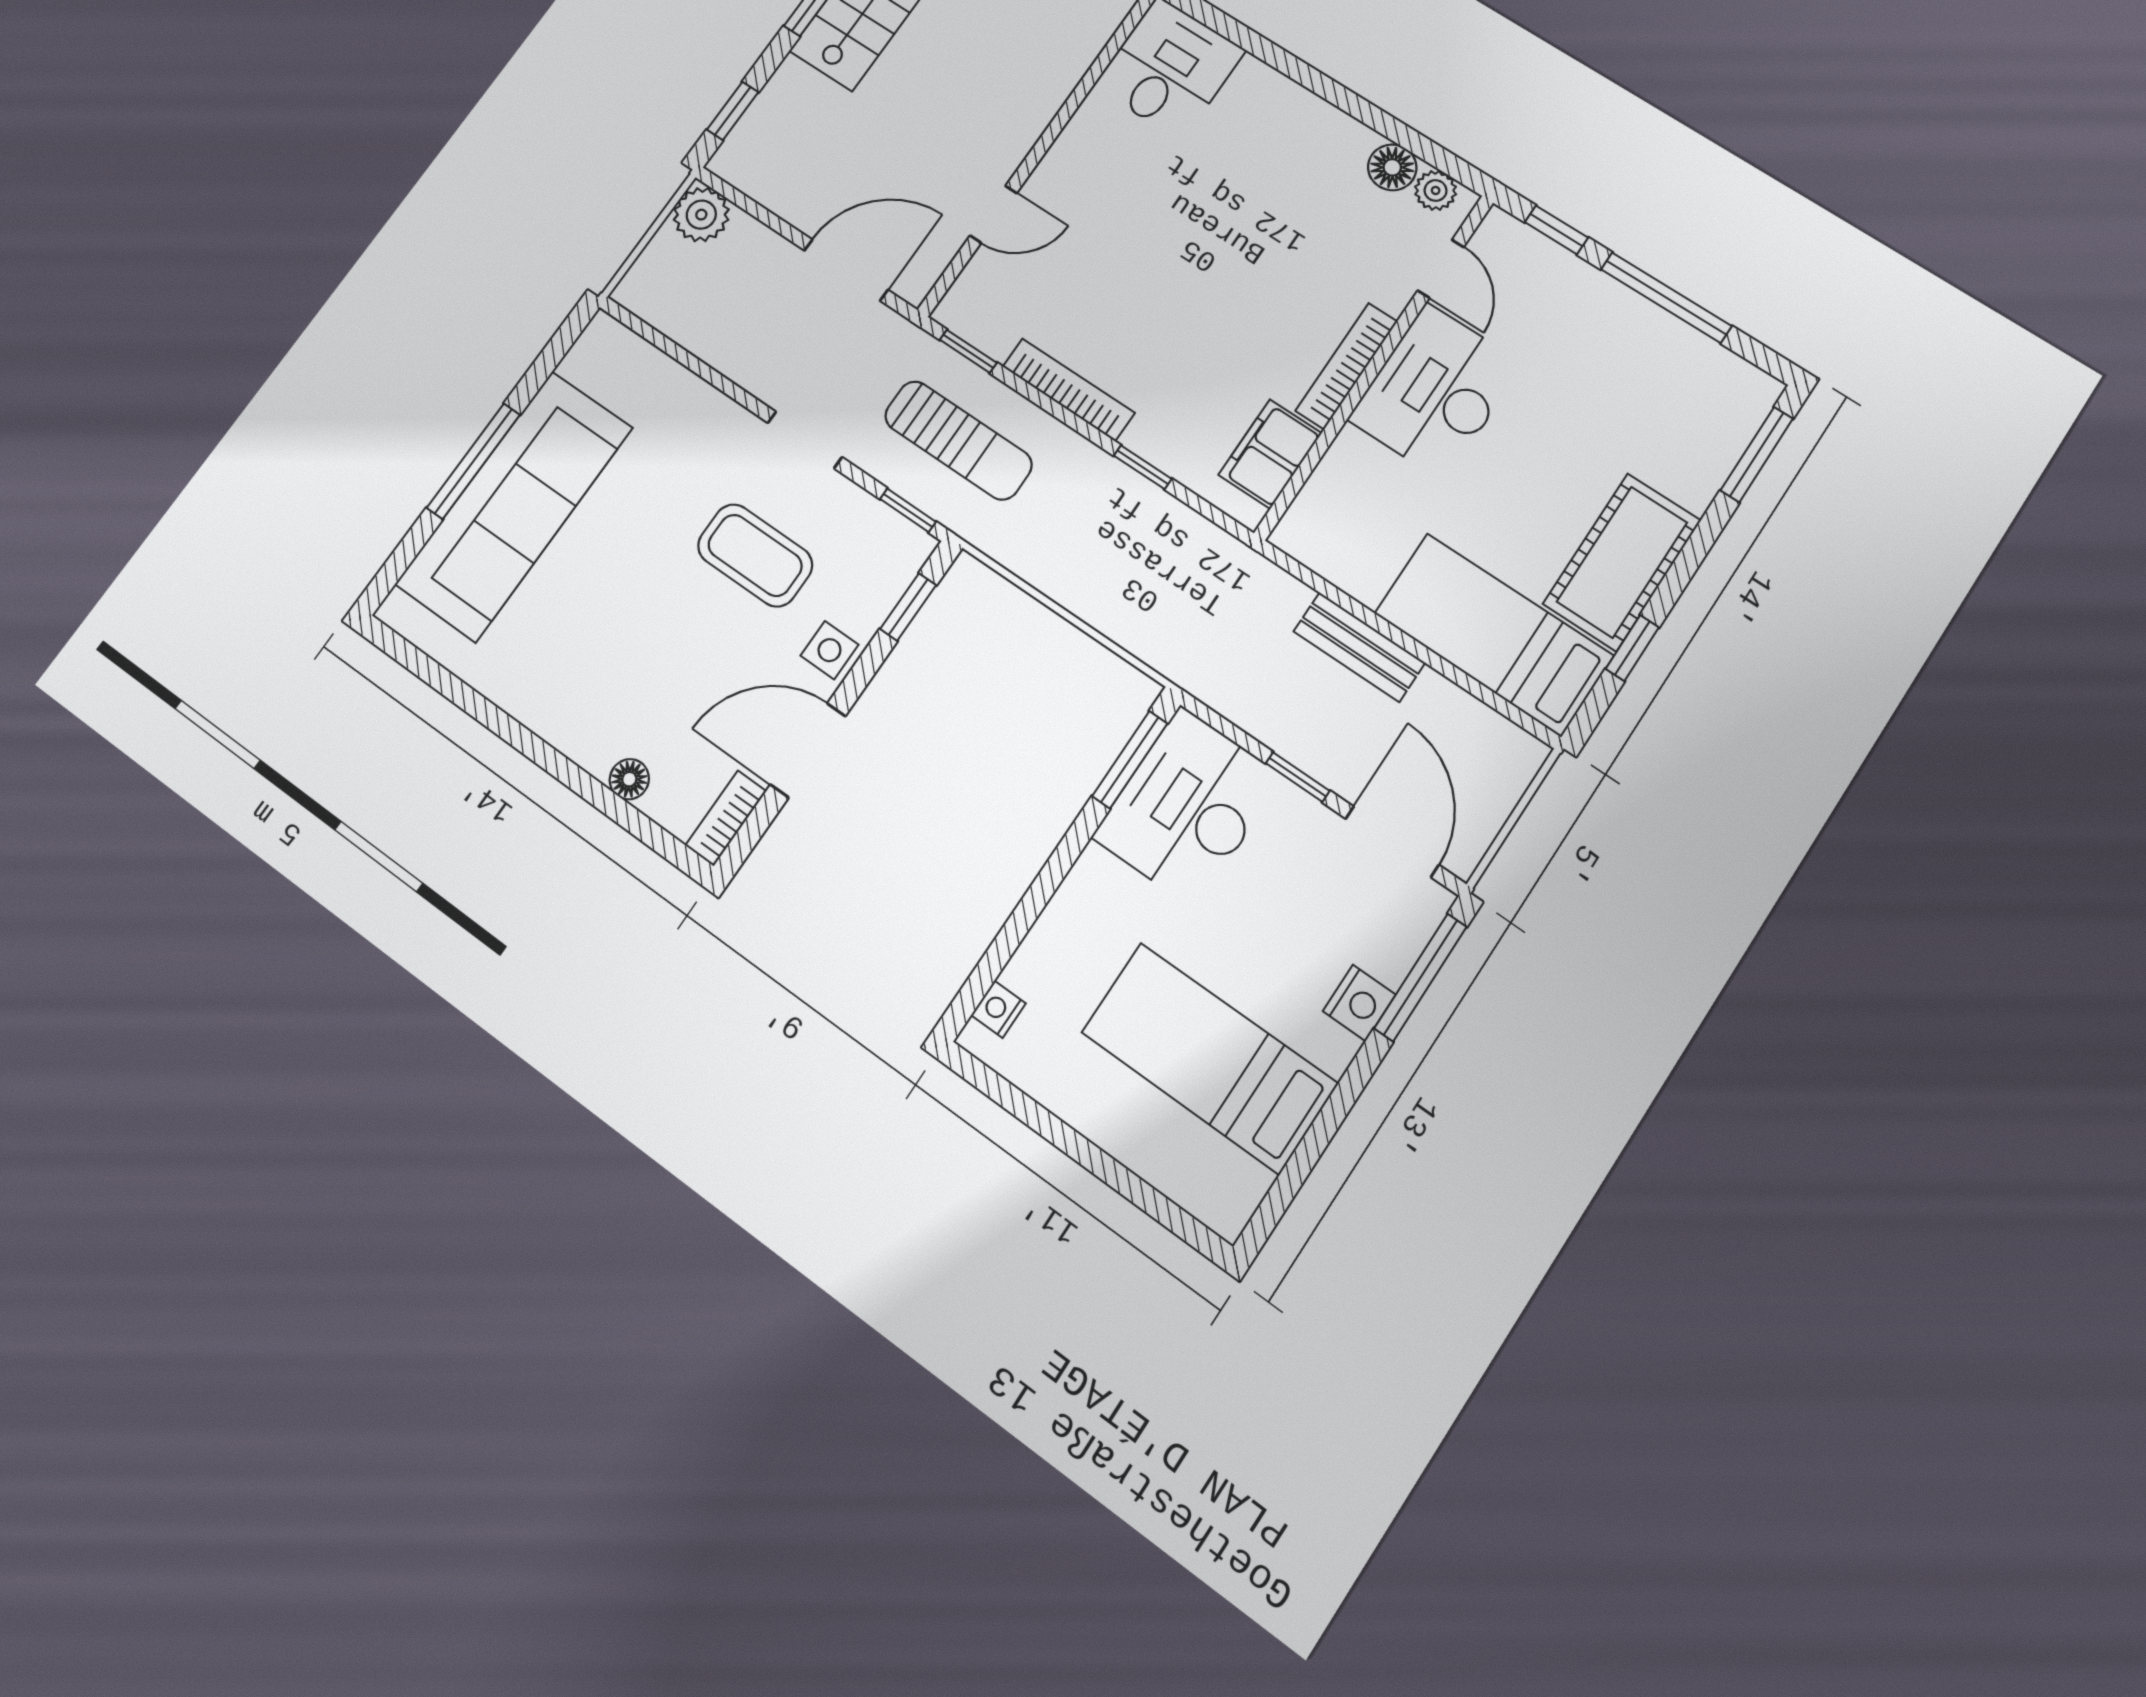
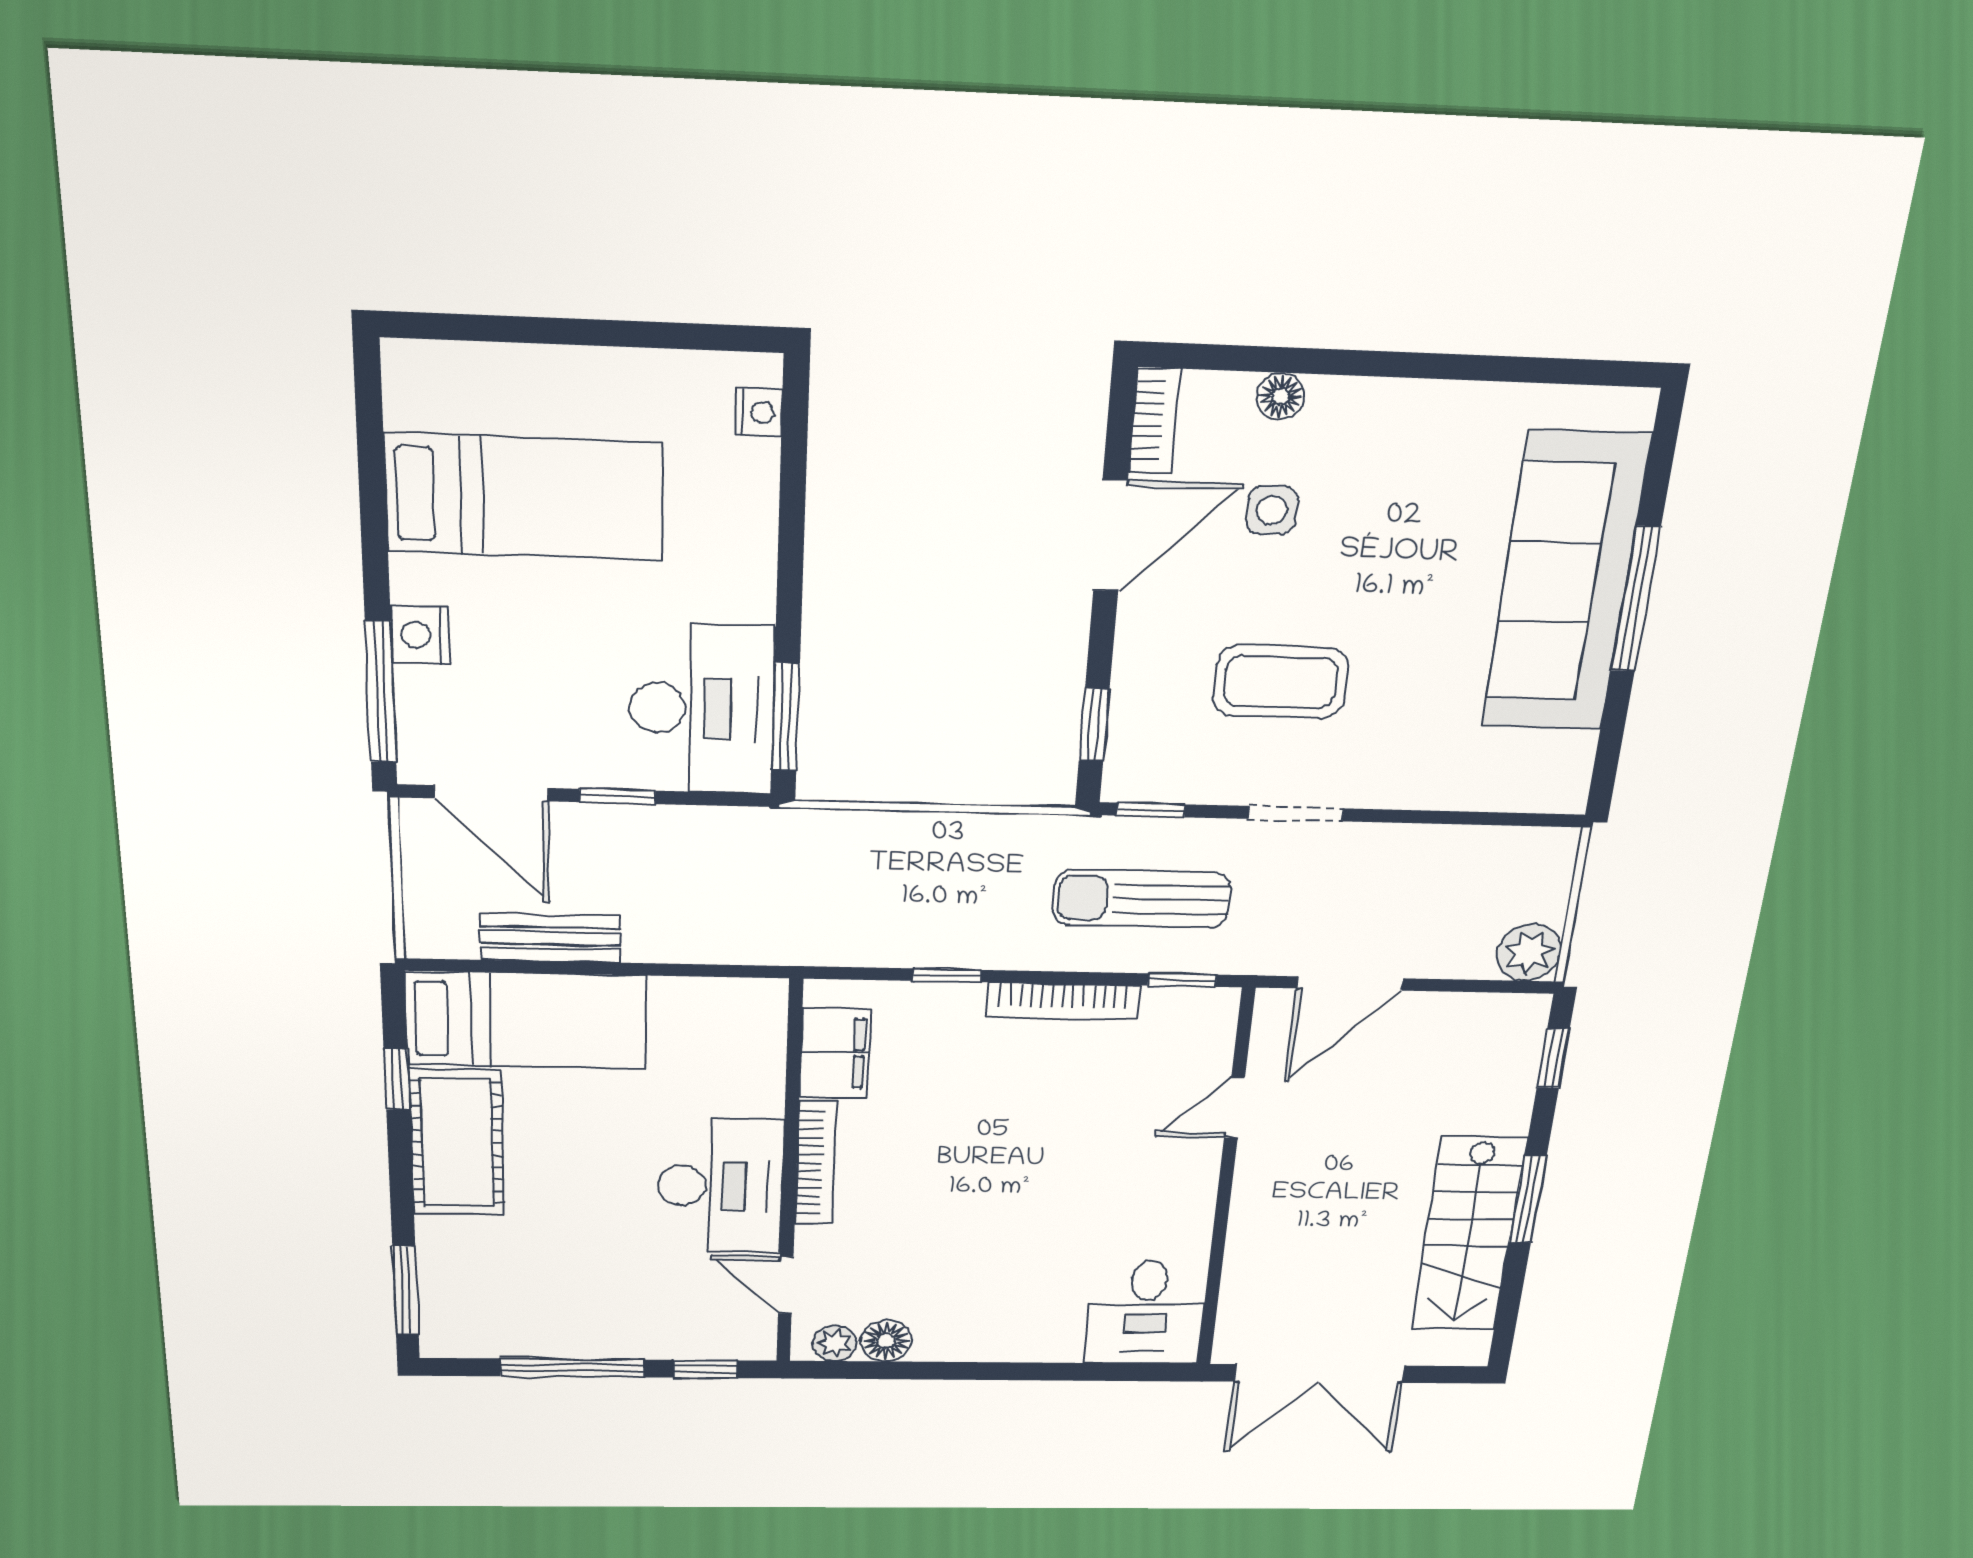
bench: (1359, 647) -> (550, 938), moved
side table: (829, 650) -> (1272, 510), moved

